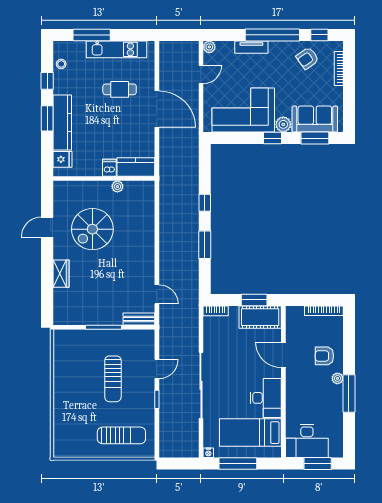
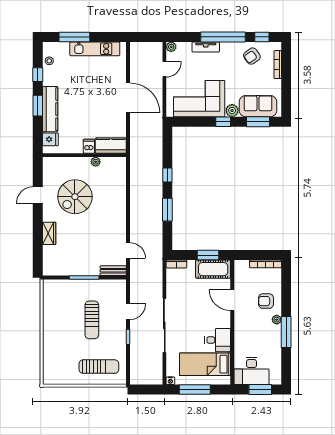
cafe table: (120, 89) -> (97, 82), removed
desk: (266, 398) -> (218, 340), width x0.73

